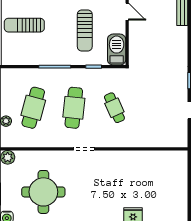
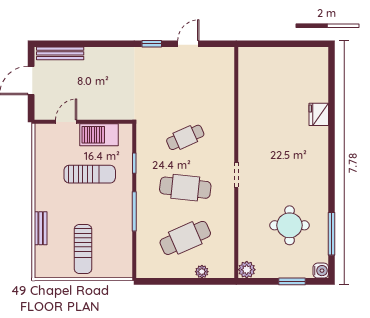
barbecue: (117, 50) -> (99, 135), moved
cafe table: (33, 108) -> (185, 238), turned -39
round table: (43, 192) -> (290, 225), width x0.73, depth x0.73

